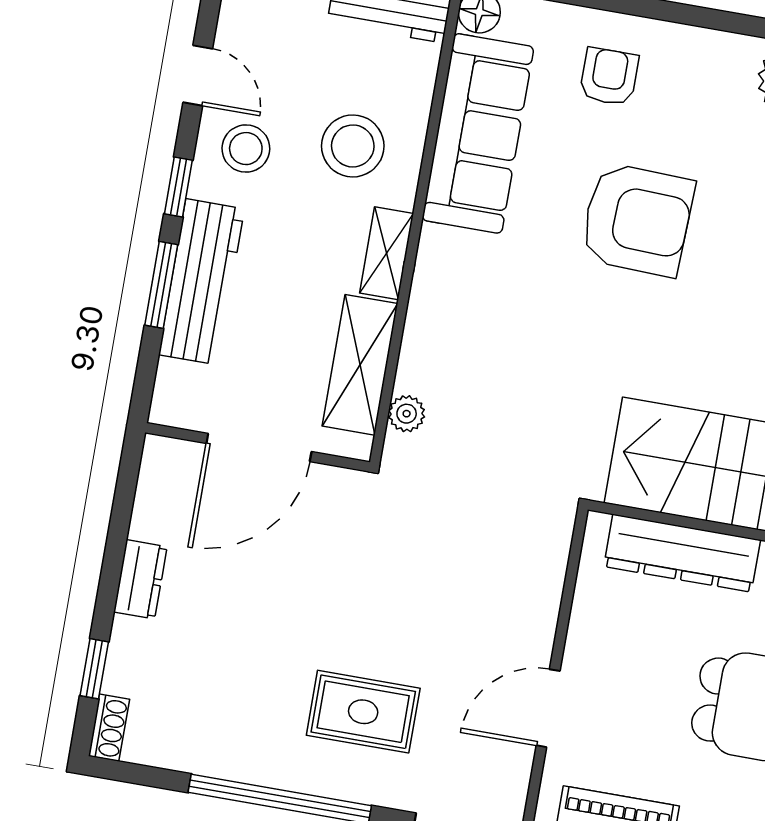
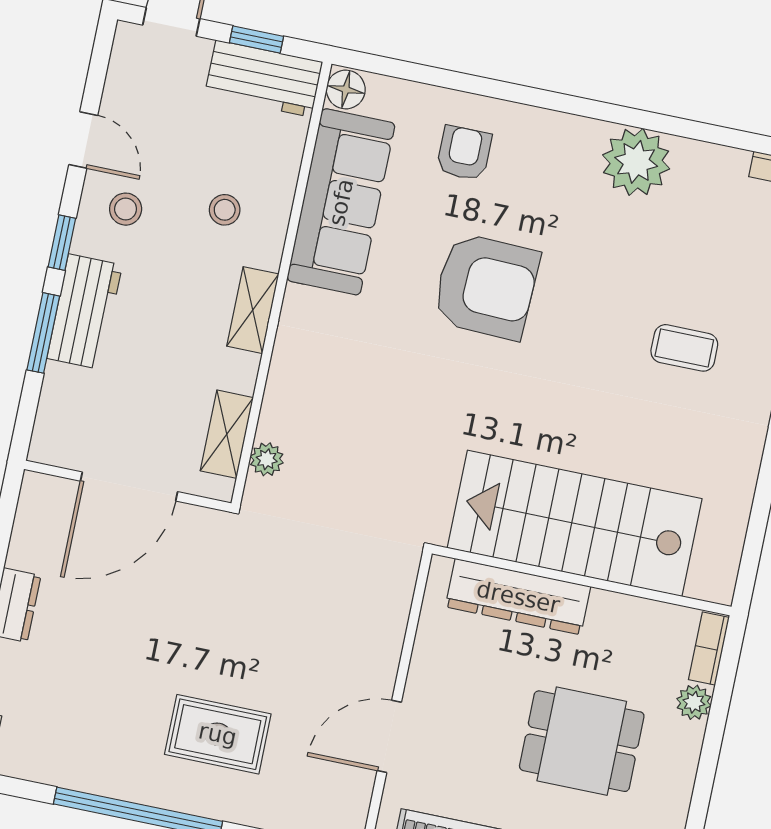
stool: (353, 146) -> (225, 210), width x0.53, depth x0.53
stool: (246, 149) -> (126, 209), width x0.73, depth x0.73
workbench: (202, 282) -> (85, 312), width x0.73
shelving: (360, 365) -> (227, 434), width x0.67, depth x0.75

